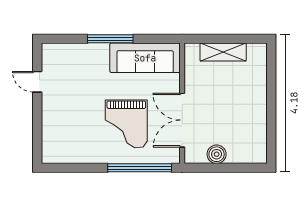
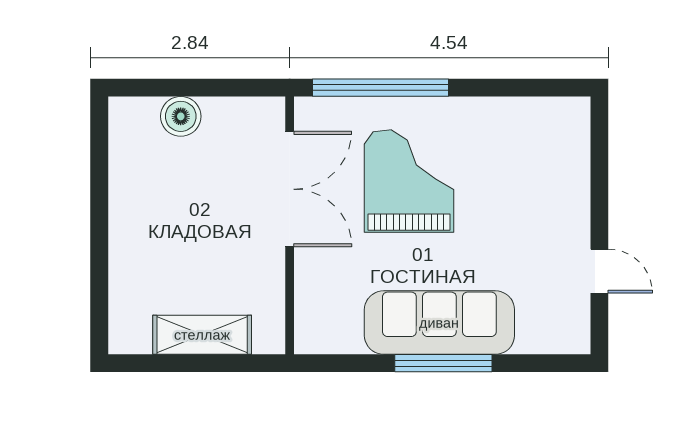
sofa: (145, 58) -> (439, 323), moved
boiler: (217, 154) -> (181, 116), moved

